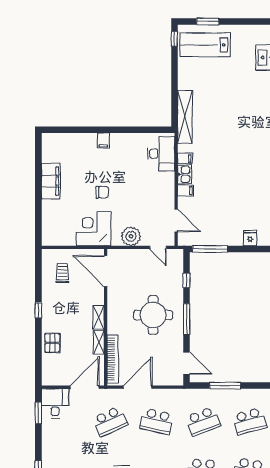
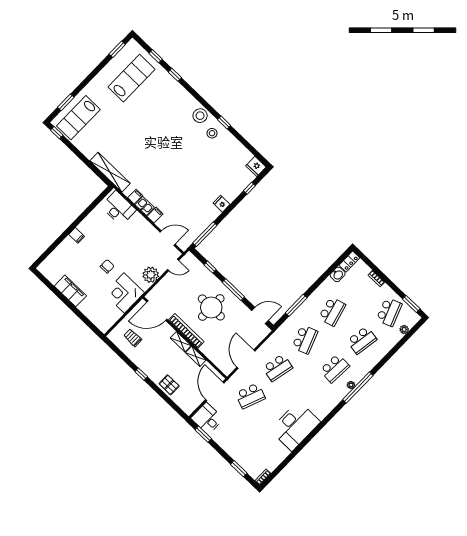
bookcase: (113, 359) -> (186, 331), moved
school desk: (110, 421) -> (250, 396), turned 45

